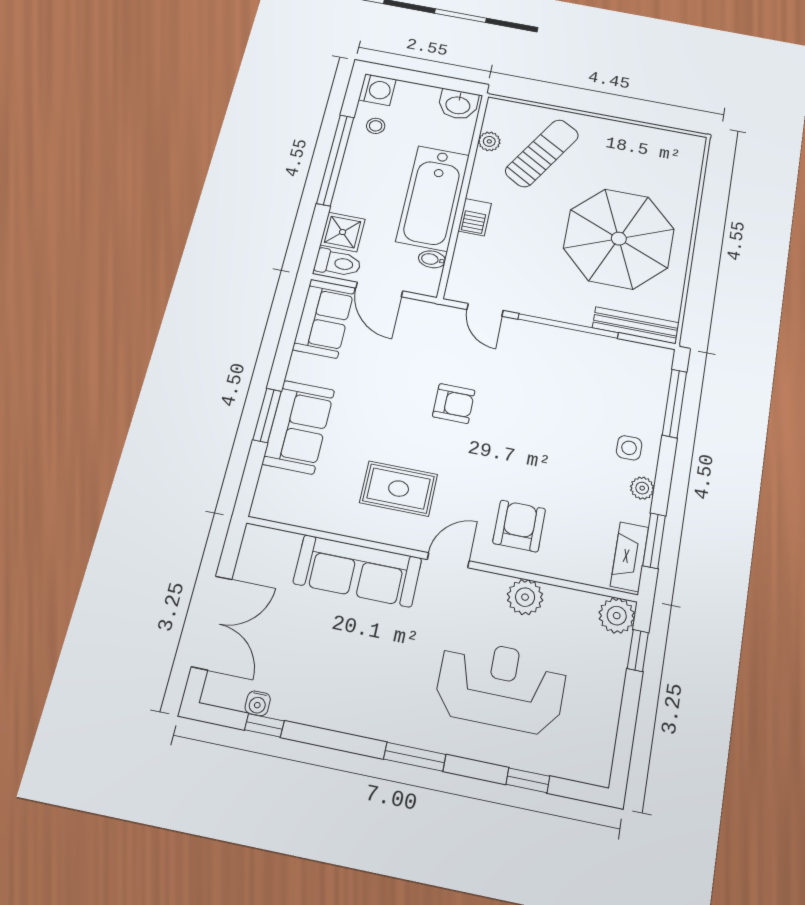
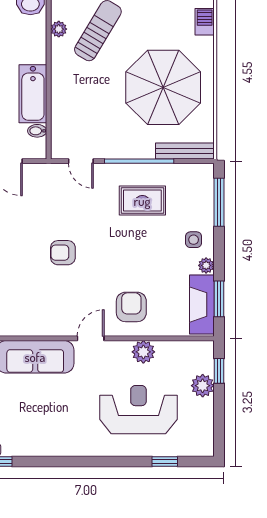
bathtub: (433, 198) -> (33, 94), width x0.73, depth x0.73
barbecue: (475, 217) -> (205, 22), moved, turned 180
armchair: (454, 404) -> (63, 253), moved, turned 180
rug: (399, 489) -> (142, 201), moved
fireplace: (629, 557) -> (202, 305), width x1.37, depth x1.32
plant: (617, 616) -> (203, 386), moved
window: (415, 757) -> (95, 461), removed

